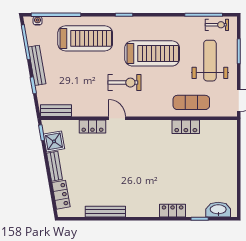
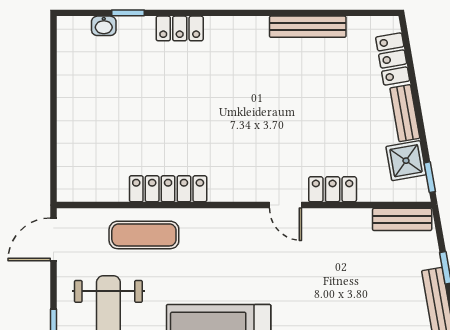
exercise bike: (125, 83) -> (271, 273), removed
locker: (186, 127) -> (168, 189), width x1.53
washbasin: (218, 210) -> (104, 26), width x0.52, depth x0.69

